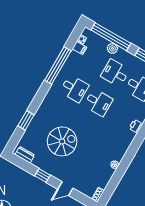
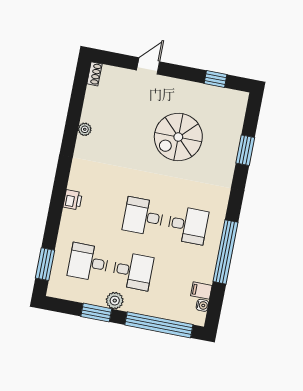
plant: (112, 48) -> (115, 301), moved
desk: (74, 89) -> (188, 225), turned 180
dresser: (25, 155) -> (229, 97), removed
window: (43, 175) -> (215, 79), moved

